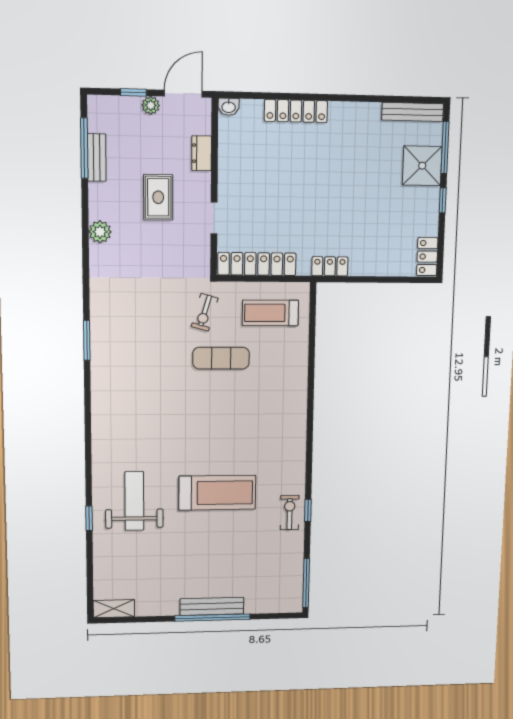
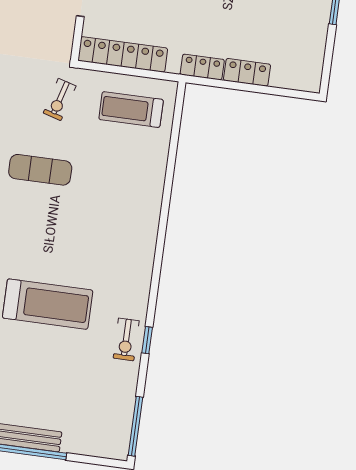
locker: (427, 257) -> (247, 72), moved, turned 90
exercise mat: (221, 358) -> (40, 170), moved
exercise bike: (290, 512) -> (126, 339), turned 180

